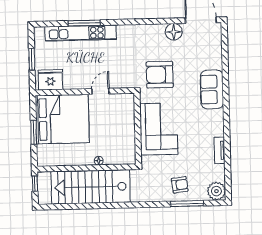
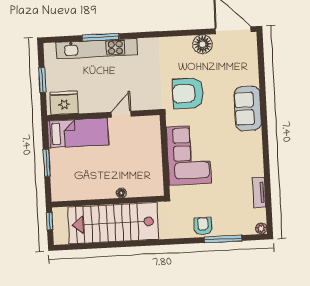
bed: (62, 119) -> (78, 133), width x0.49
tv unit: (220, 150) -> (259, 192), moved
armchair: (180, 185) -> (203, 226), moved, turned -83
plant: (216, 191) -> (261, 228), width x0.53, depth x0.53

